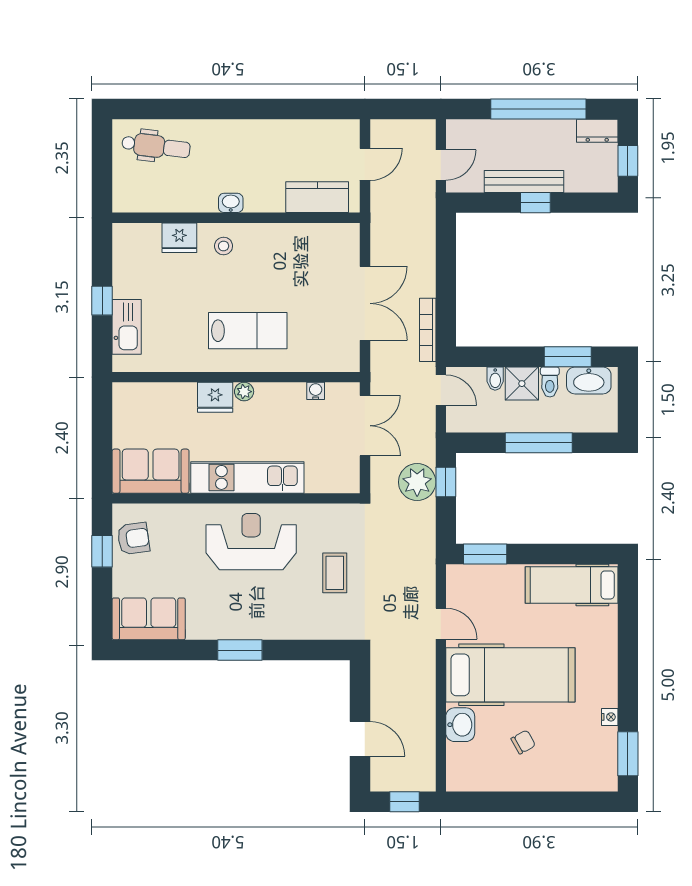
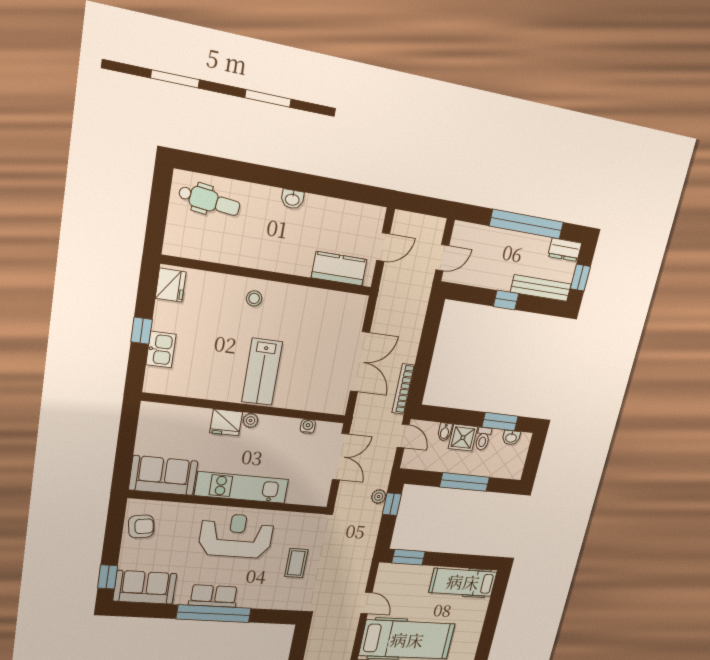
bench: (524, 181) -> (541, 288), moved
washbasin: (231, 203) -> (292, 199), moved, turned 180
fridge: (179, 238) -> (171, 285), moved, turned -90
kitchen sink: (127, 327) -> (161, 350), width x0.73
lab bench: (248, 331) -> (262, 372), turned 90
washbasin: (589, 380) -> (511, 438), width x0.52, depth x0.69
plant: (417, 482) -> (379, 497), width x0.53, depth x0.53
window: (102, 551) -> (108, 577), moved
row of seats: (236, 626) -> (214, 596), added
window: (240, 650) -> (214, 614), width x2.11

